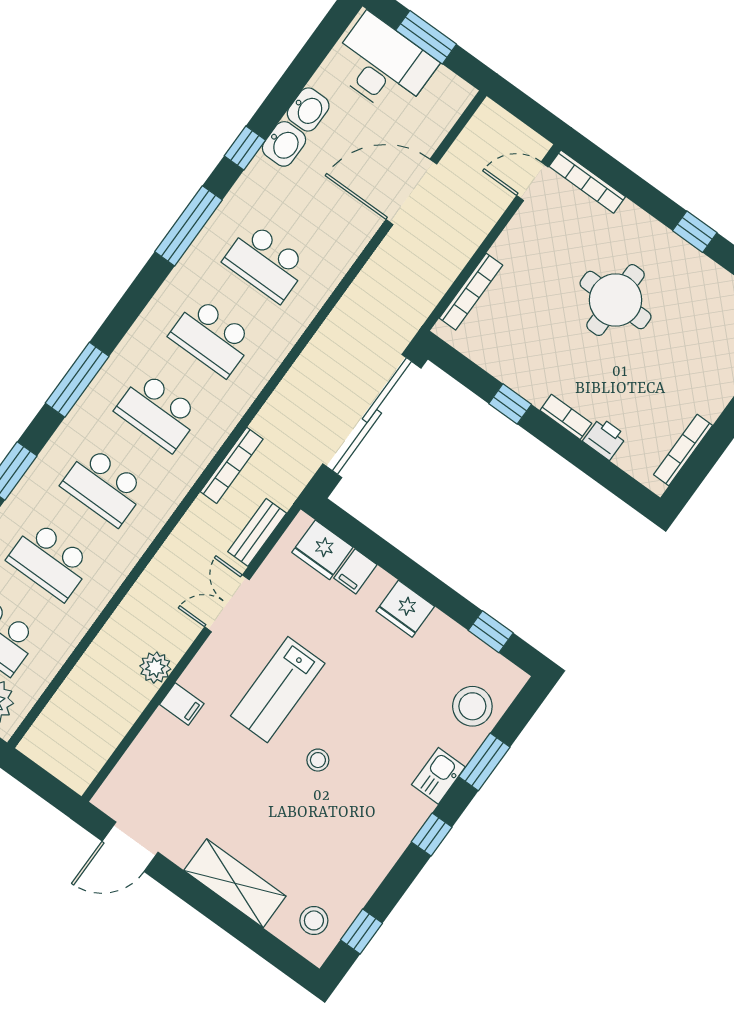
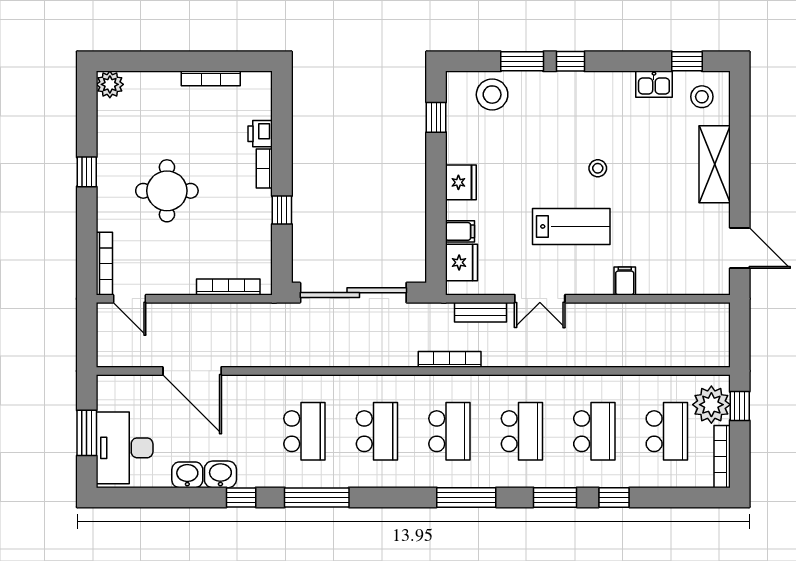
bookcase: (683, 450) -> (211, 78), moved
plant: (155, 668) -> (614, 315), removed
kitchen sink: (438, 776) -> (654, 84), moved
window: (432, 835) -> (570, 61), moved

